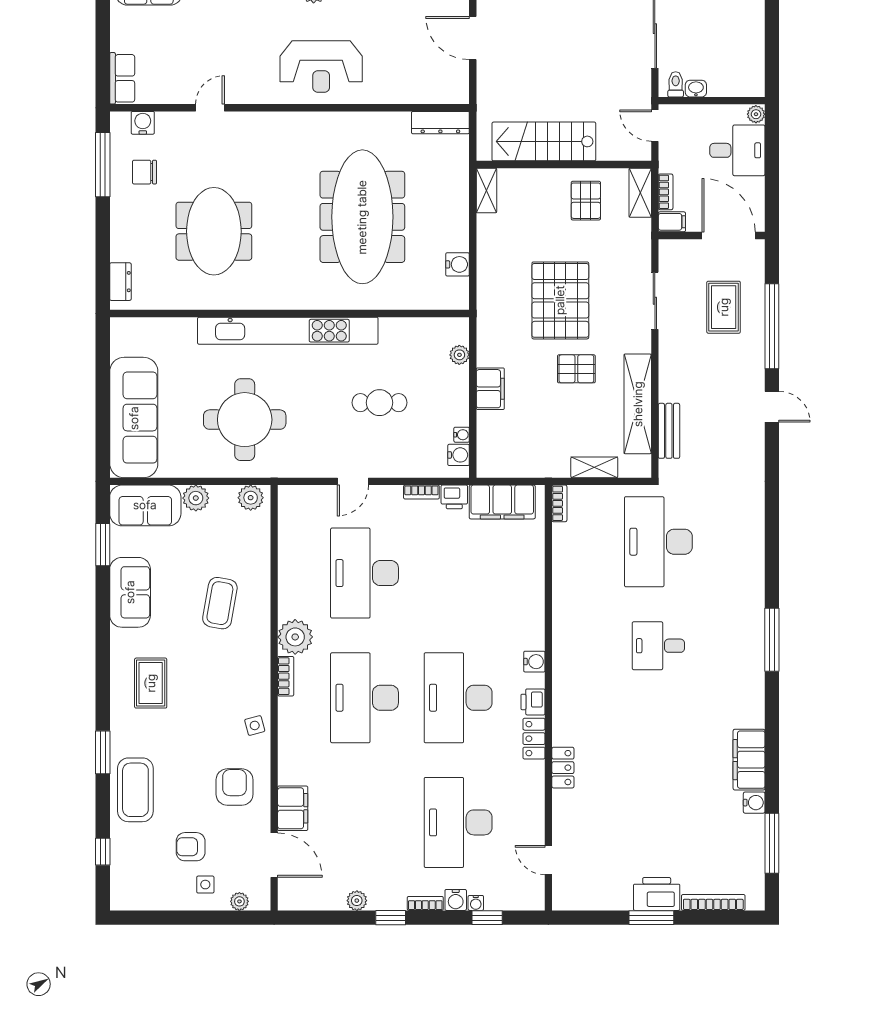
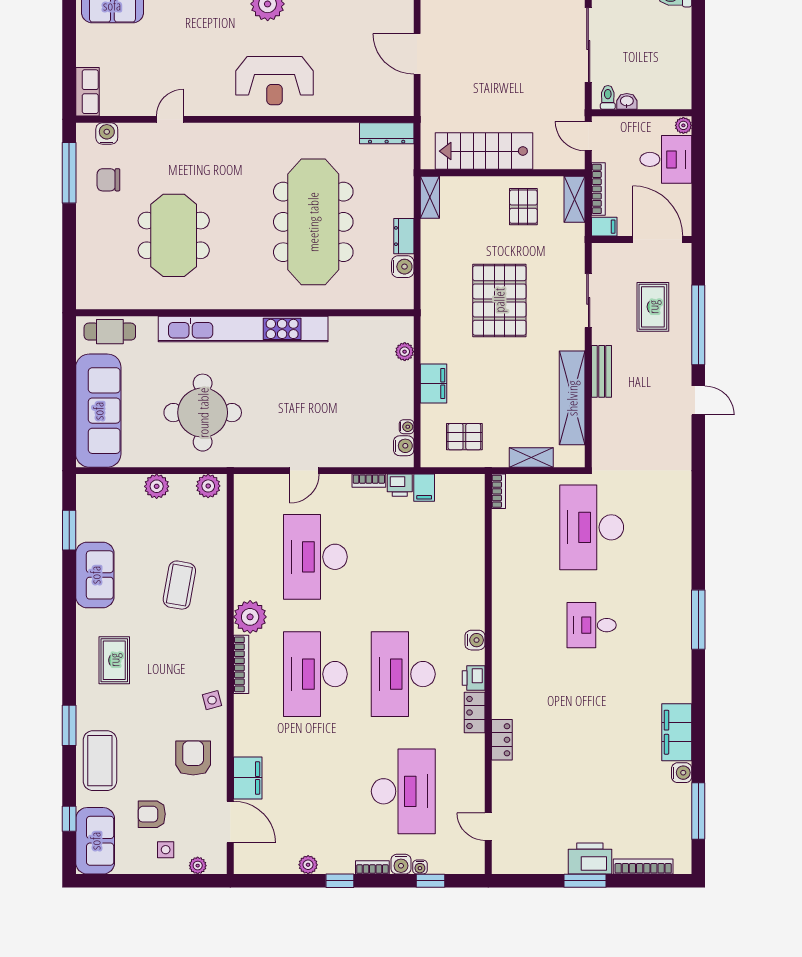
bookcase: (666, 192) -> (598, 189), width x1.56
dresser: (120, 282) -> (404, 236), moved, turned 180
pallet: (576, 369) -> (464, 437), moved
cafe table: (380, 403) -> (110, 332), moved
bench: (669, 431) -> (602, 371), moved
filing cabinet: (502, 502) -> (424, 488), width x0.33, depth x0.86
sofa: (145, 505) -> (95, 841), moved, turned -90
bookcase: (286, 676) -> (241, 664), width x1.56
desk: (458, 822) -> (403, 791), turned 180

